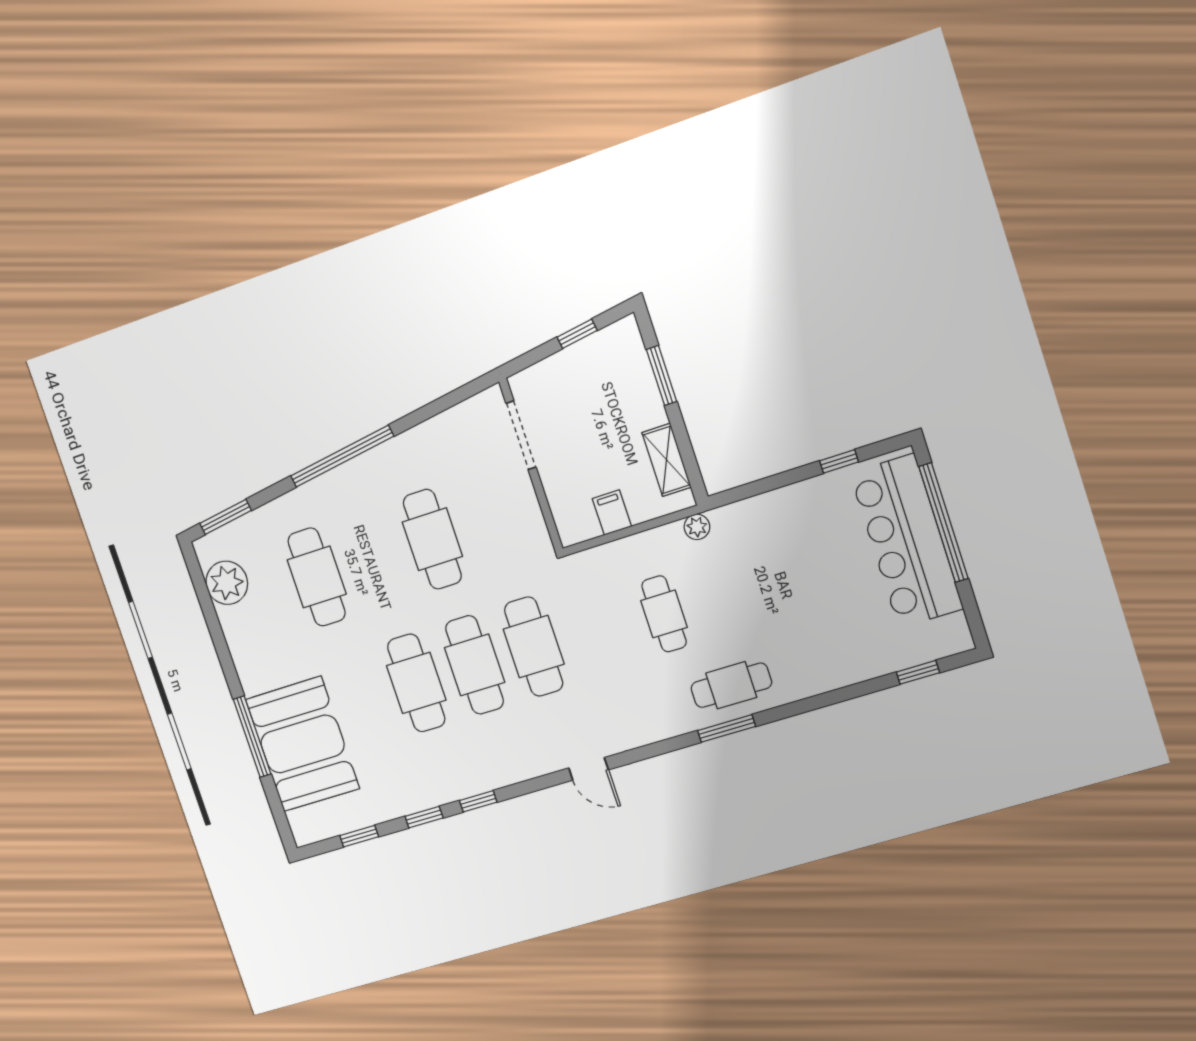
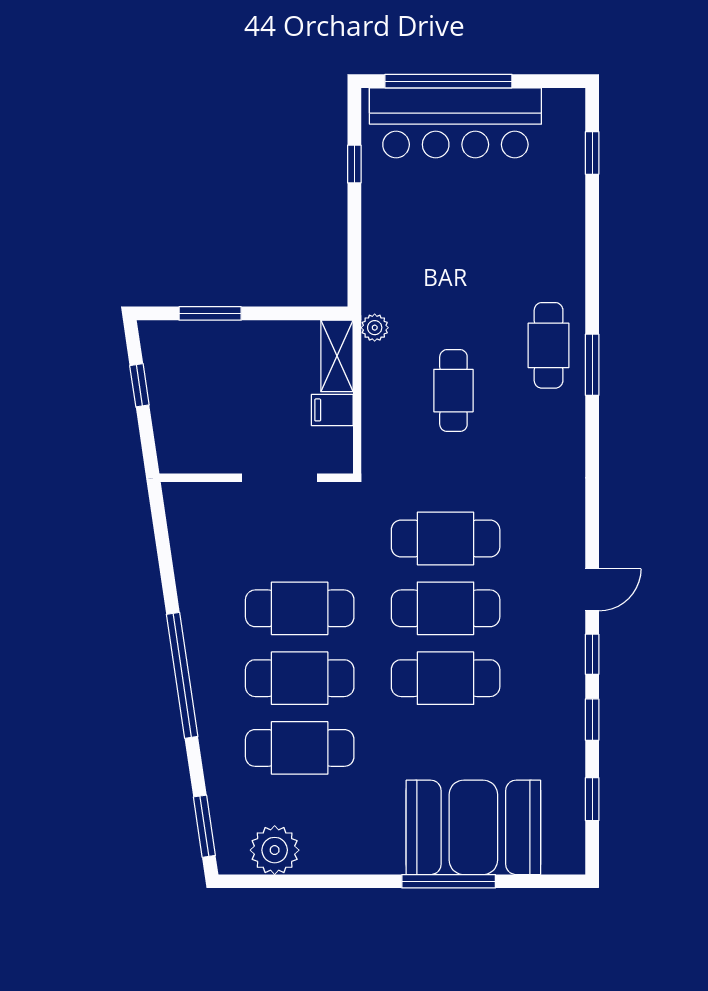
doorway: (521, 435) -> (279, 478), moved
shelving: (667, 460) -> (337, 356), moved, turned 90
cafe table: (374, 558) -> (300, 678), added
cafe table: (664, 614) -> (453, 391), turned 90
door: (589, 769) -> (592, 590), moved

